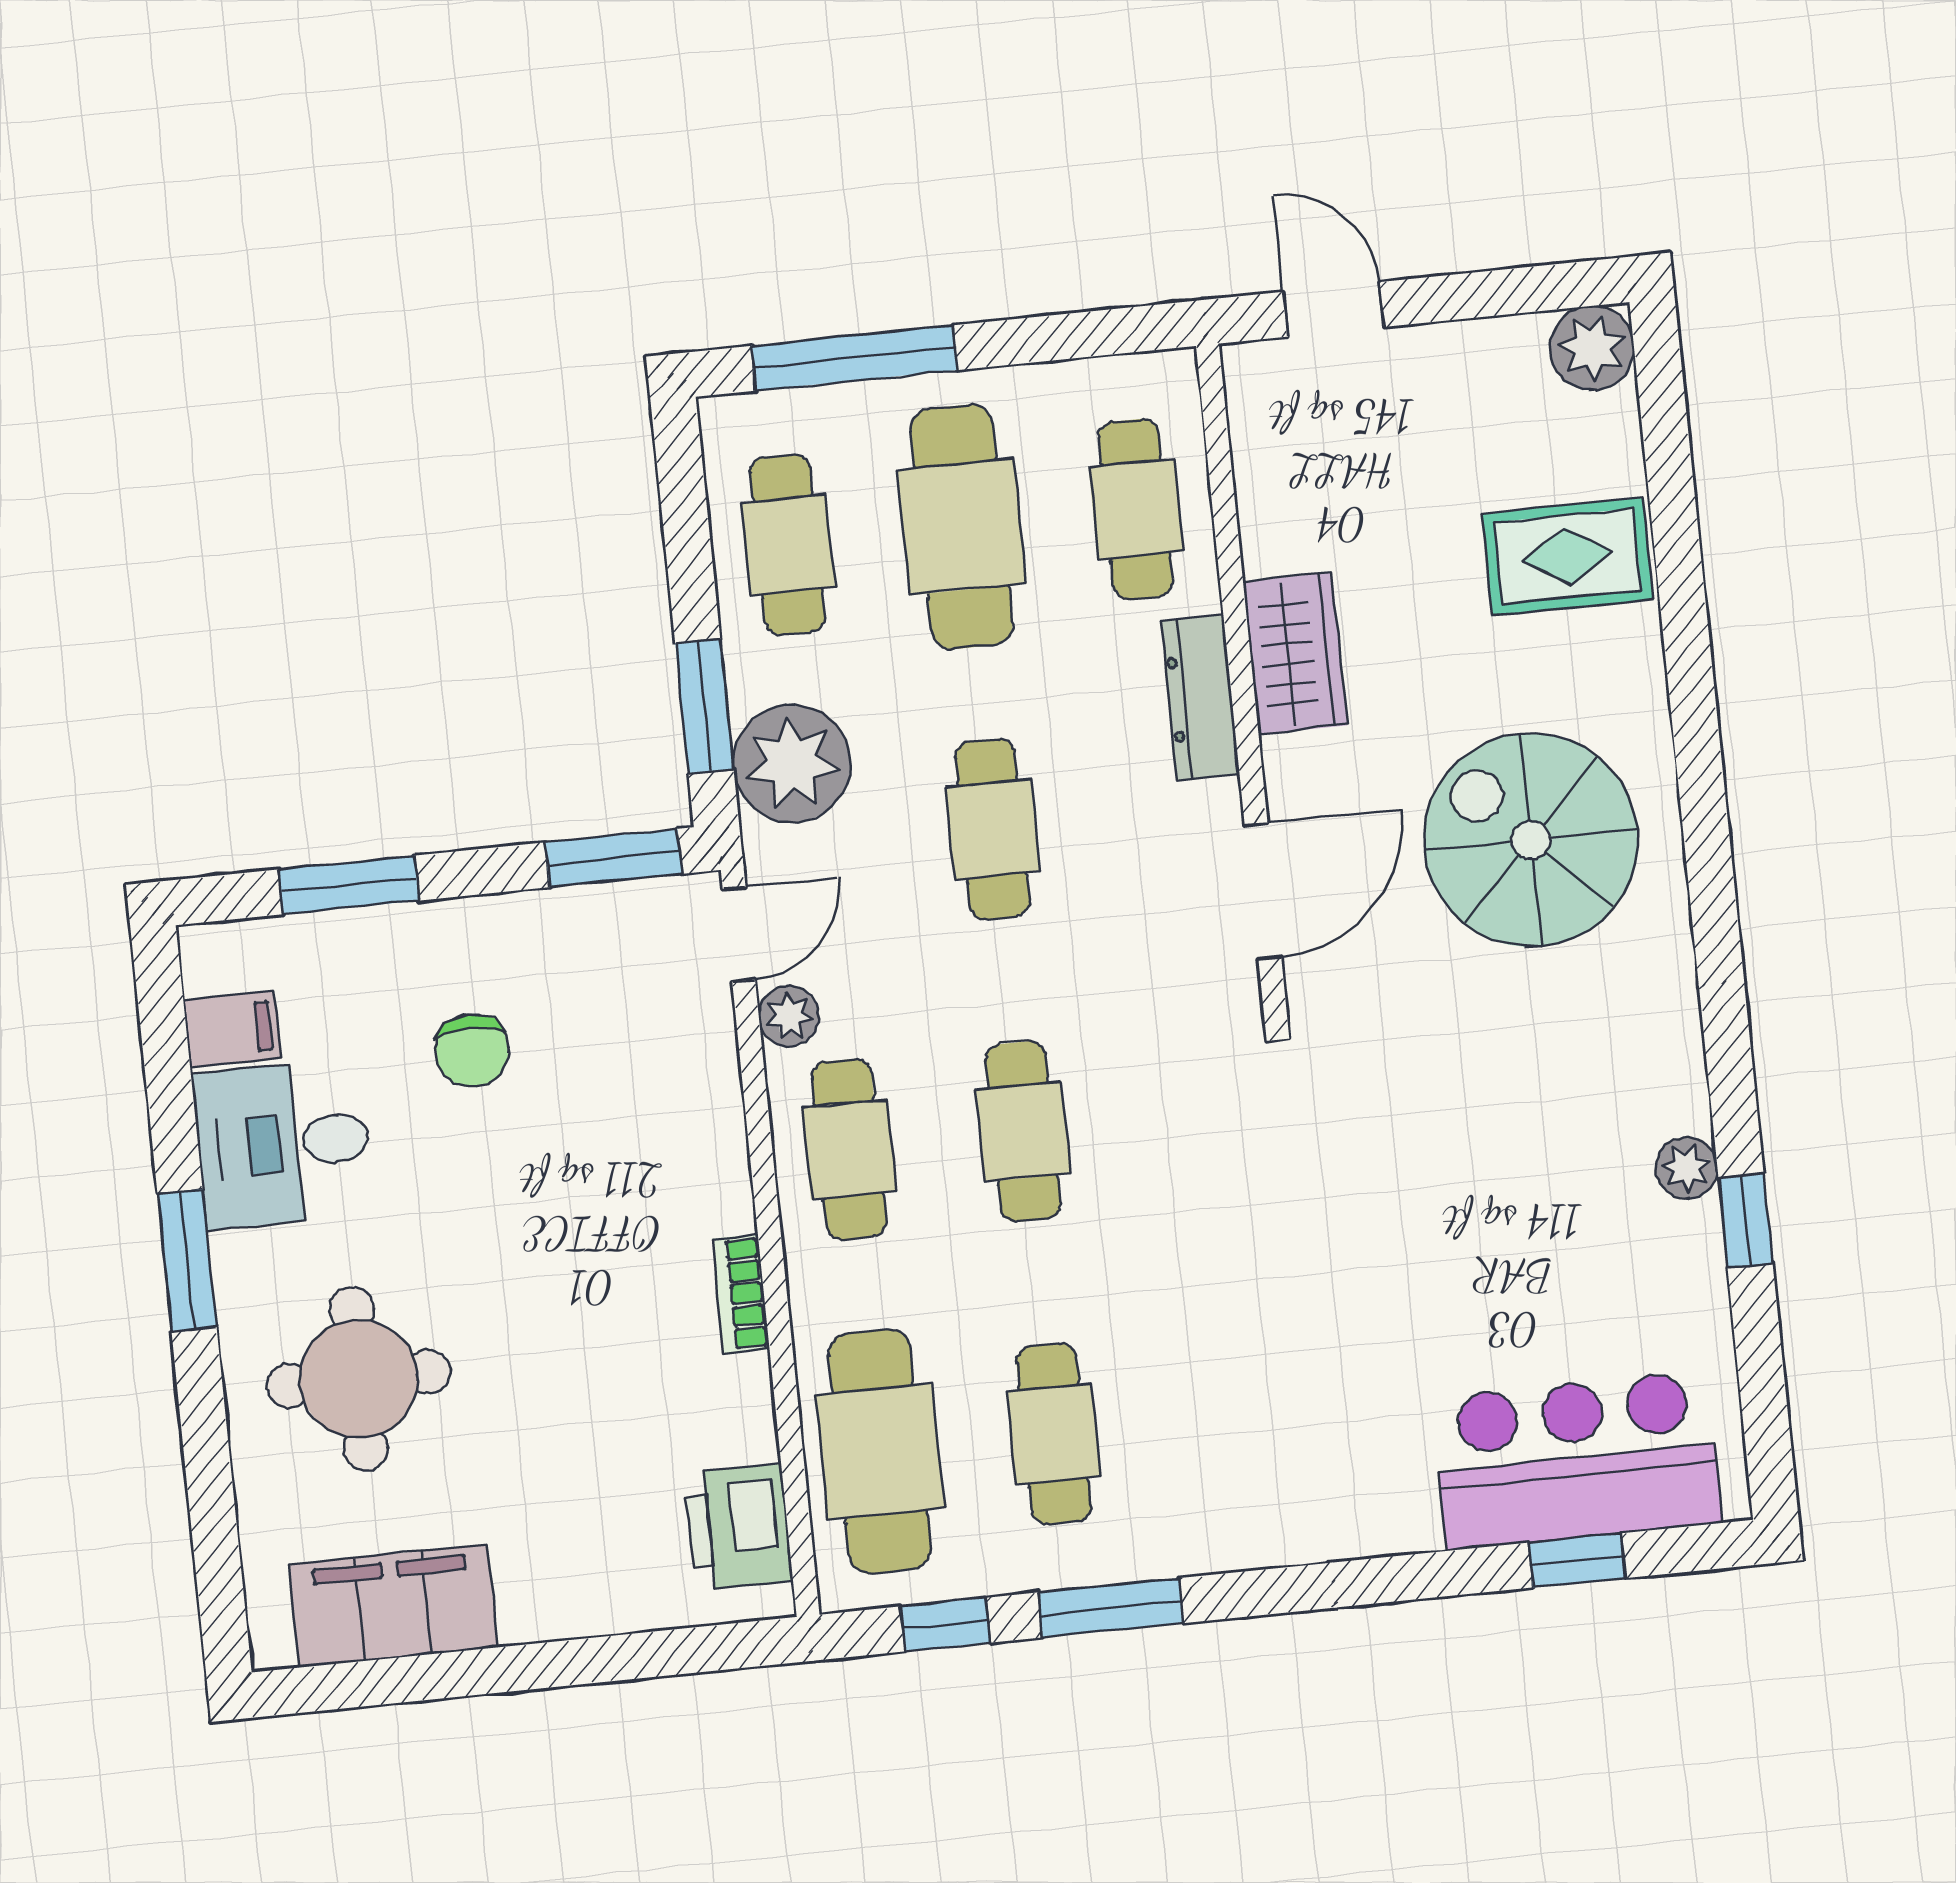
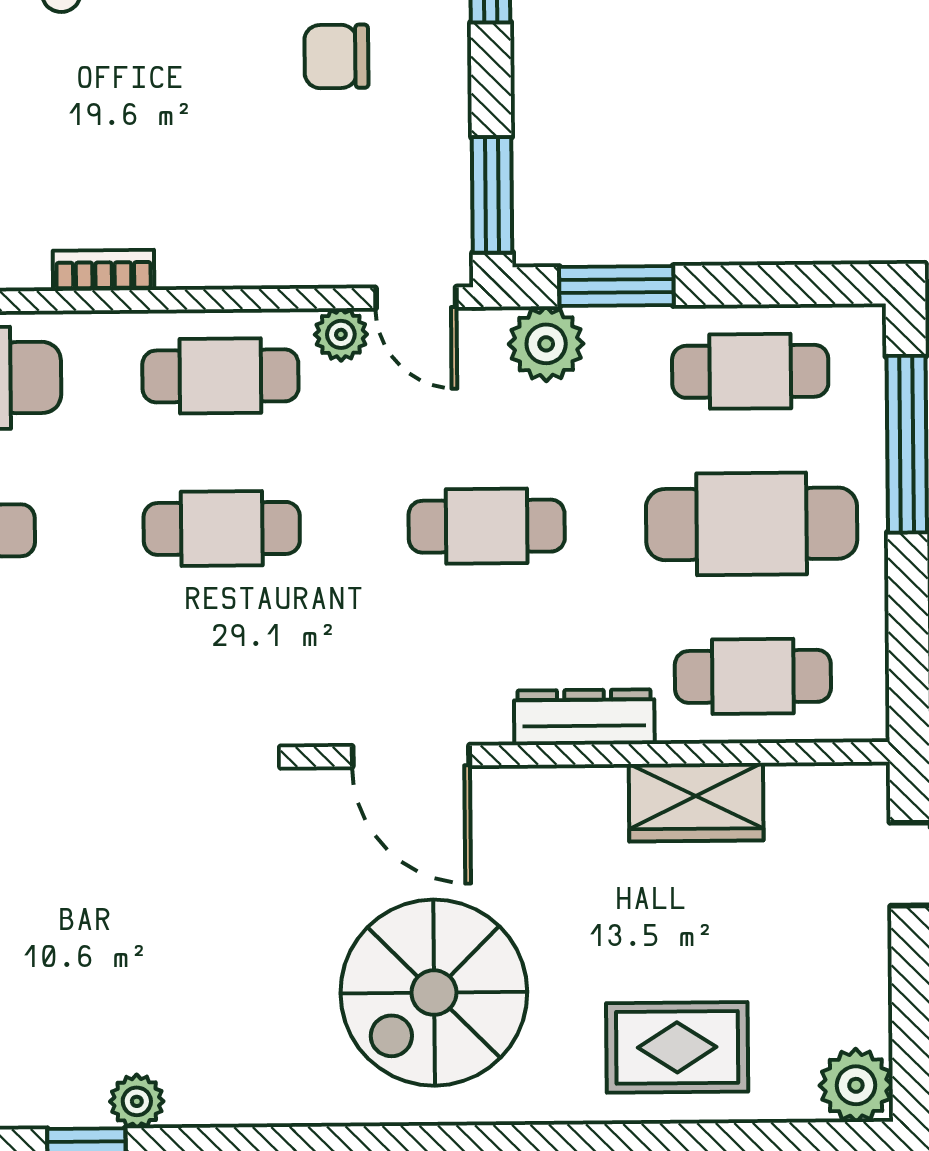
rug: (1568, 556) -> (677, 1047), turned 90
wardrobe: (1295, 653) -> (696, 802), moved
plant: (792, 763) -> (546, 344), width x0.73, depth x0.73
spiral stairs: (1531, 840) -> (434, 993), turned 180

